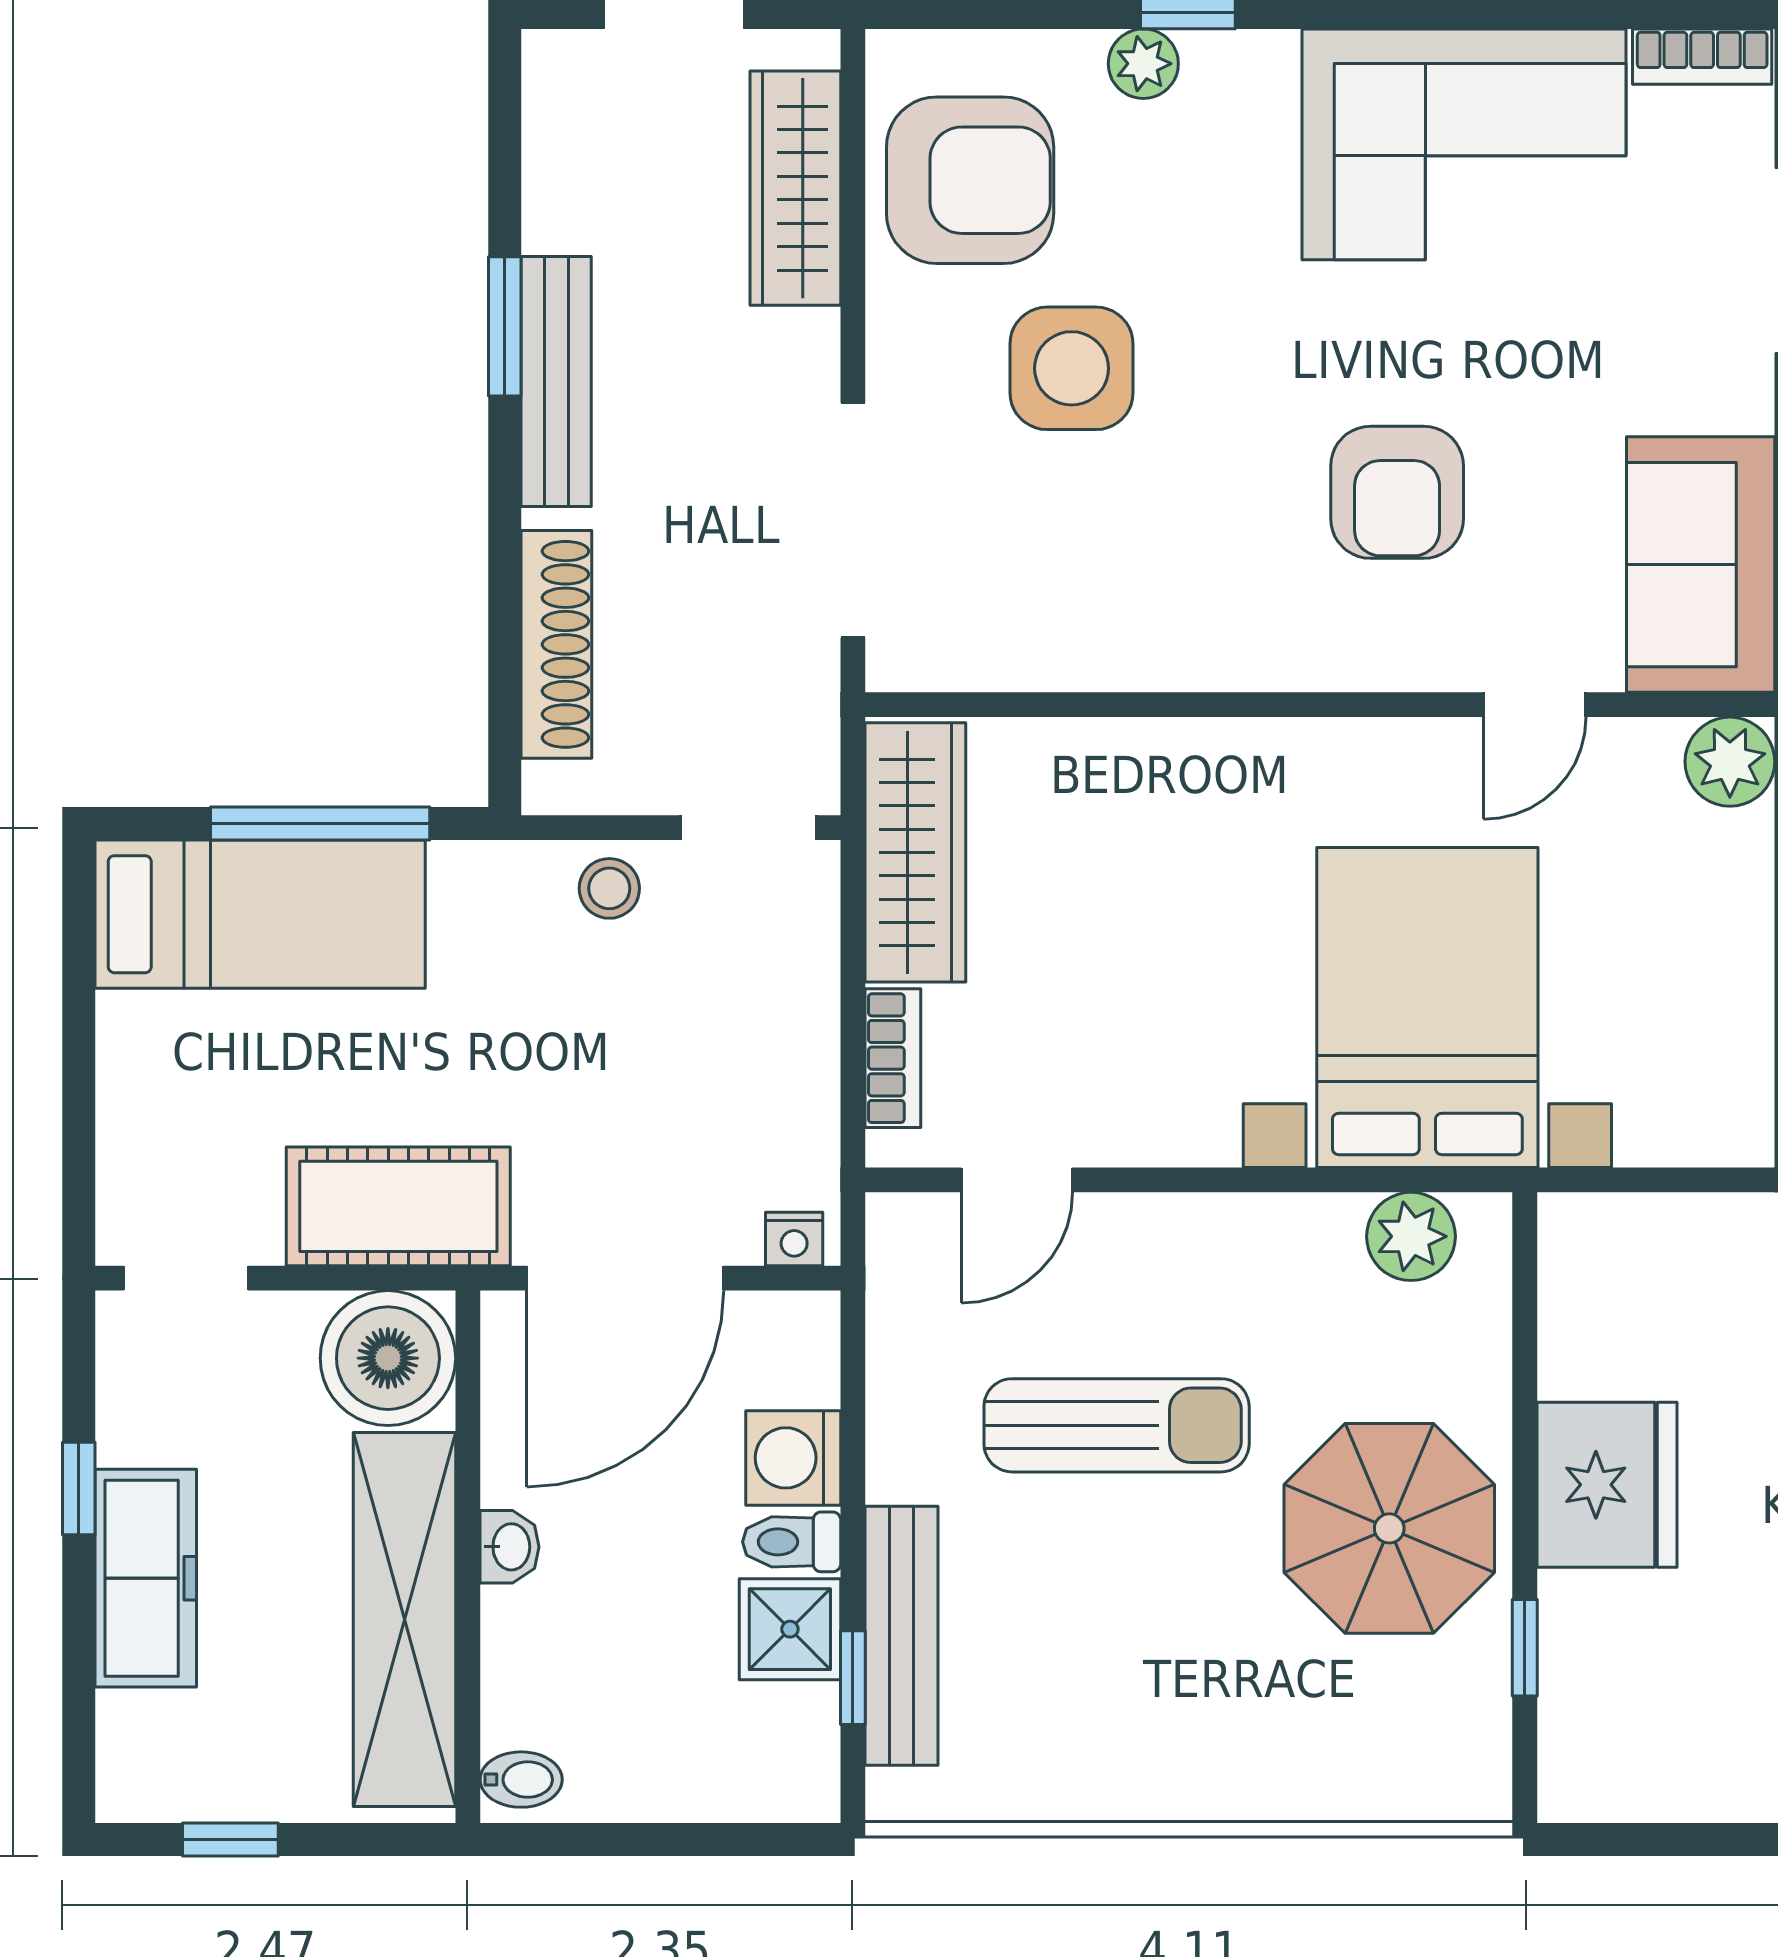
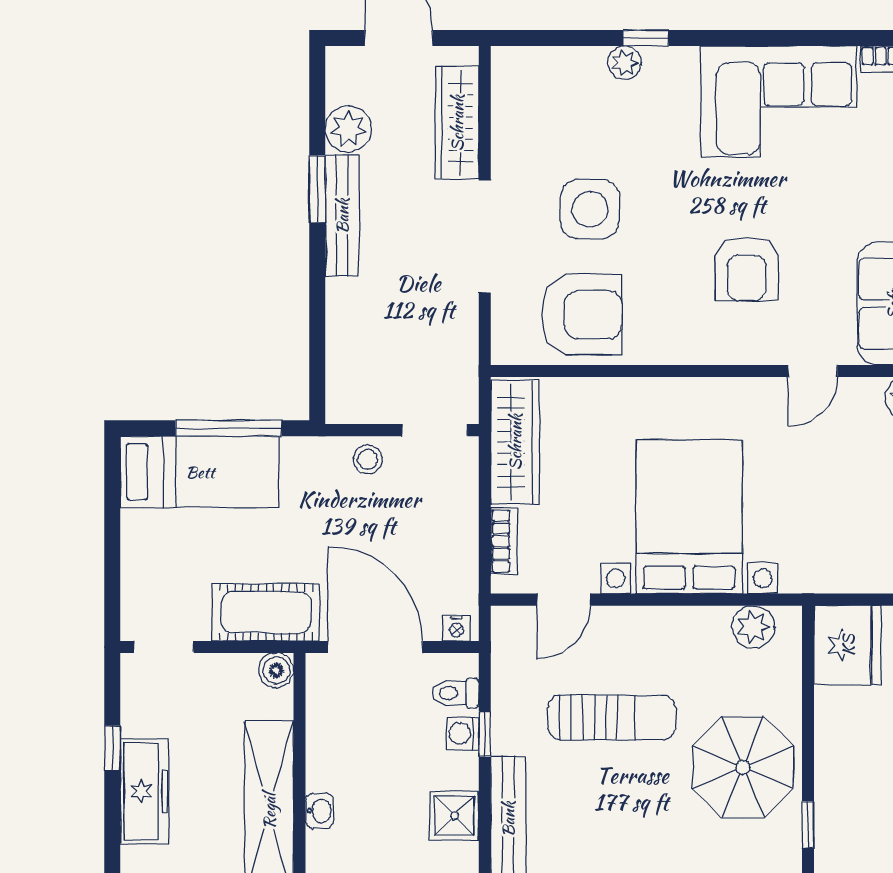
armchair: (970, 180) -> (582, 315), moved
plant: (569, 202) -> (348, 129), added
doorway: (853, 520) -> (485, 236), moved
shoe rack: (556, 644) -> (342, 342), removed
bed with nightstands: (1427, 1008) -> (689, 517), moved
door: (625, 1278) -> (375, 647), swing flipped
boiler: (388, 1358) -> (276, 670), width x0.54, depth x0.54
washing machine: (793, 1458) -> (462, 733), width x0.73, depth x0.73
fridge: (1607, 1485) -> (848, 645), moved
toilet: (792, 1542) -> (455, 693), moved
washbasin: (510, 1547) -> (320, 811), moved
window: (853, 1678) -> (485, 734), moved

